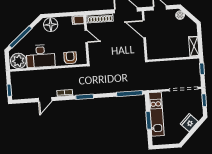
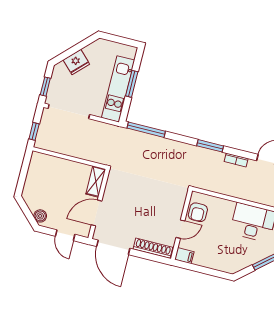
floor lamp: (51, 25) -> (225, 262), removed
door: (144, 29) -> (97, 213), swing flipped
door: (86, 36) -> (180, 229), swing flipped
shelving: (194, 46) -> (96, 182), moved
armchair: (70, 58) -> (198, 212), moved

